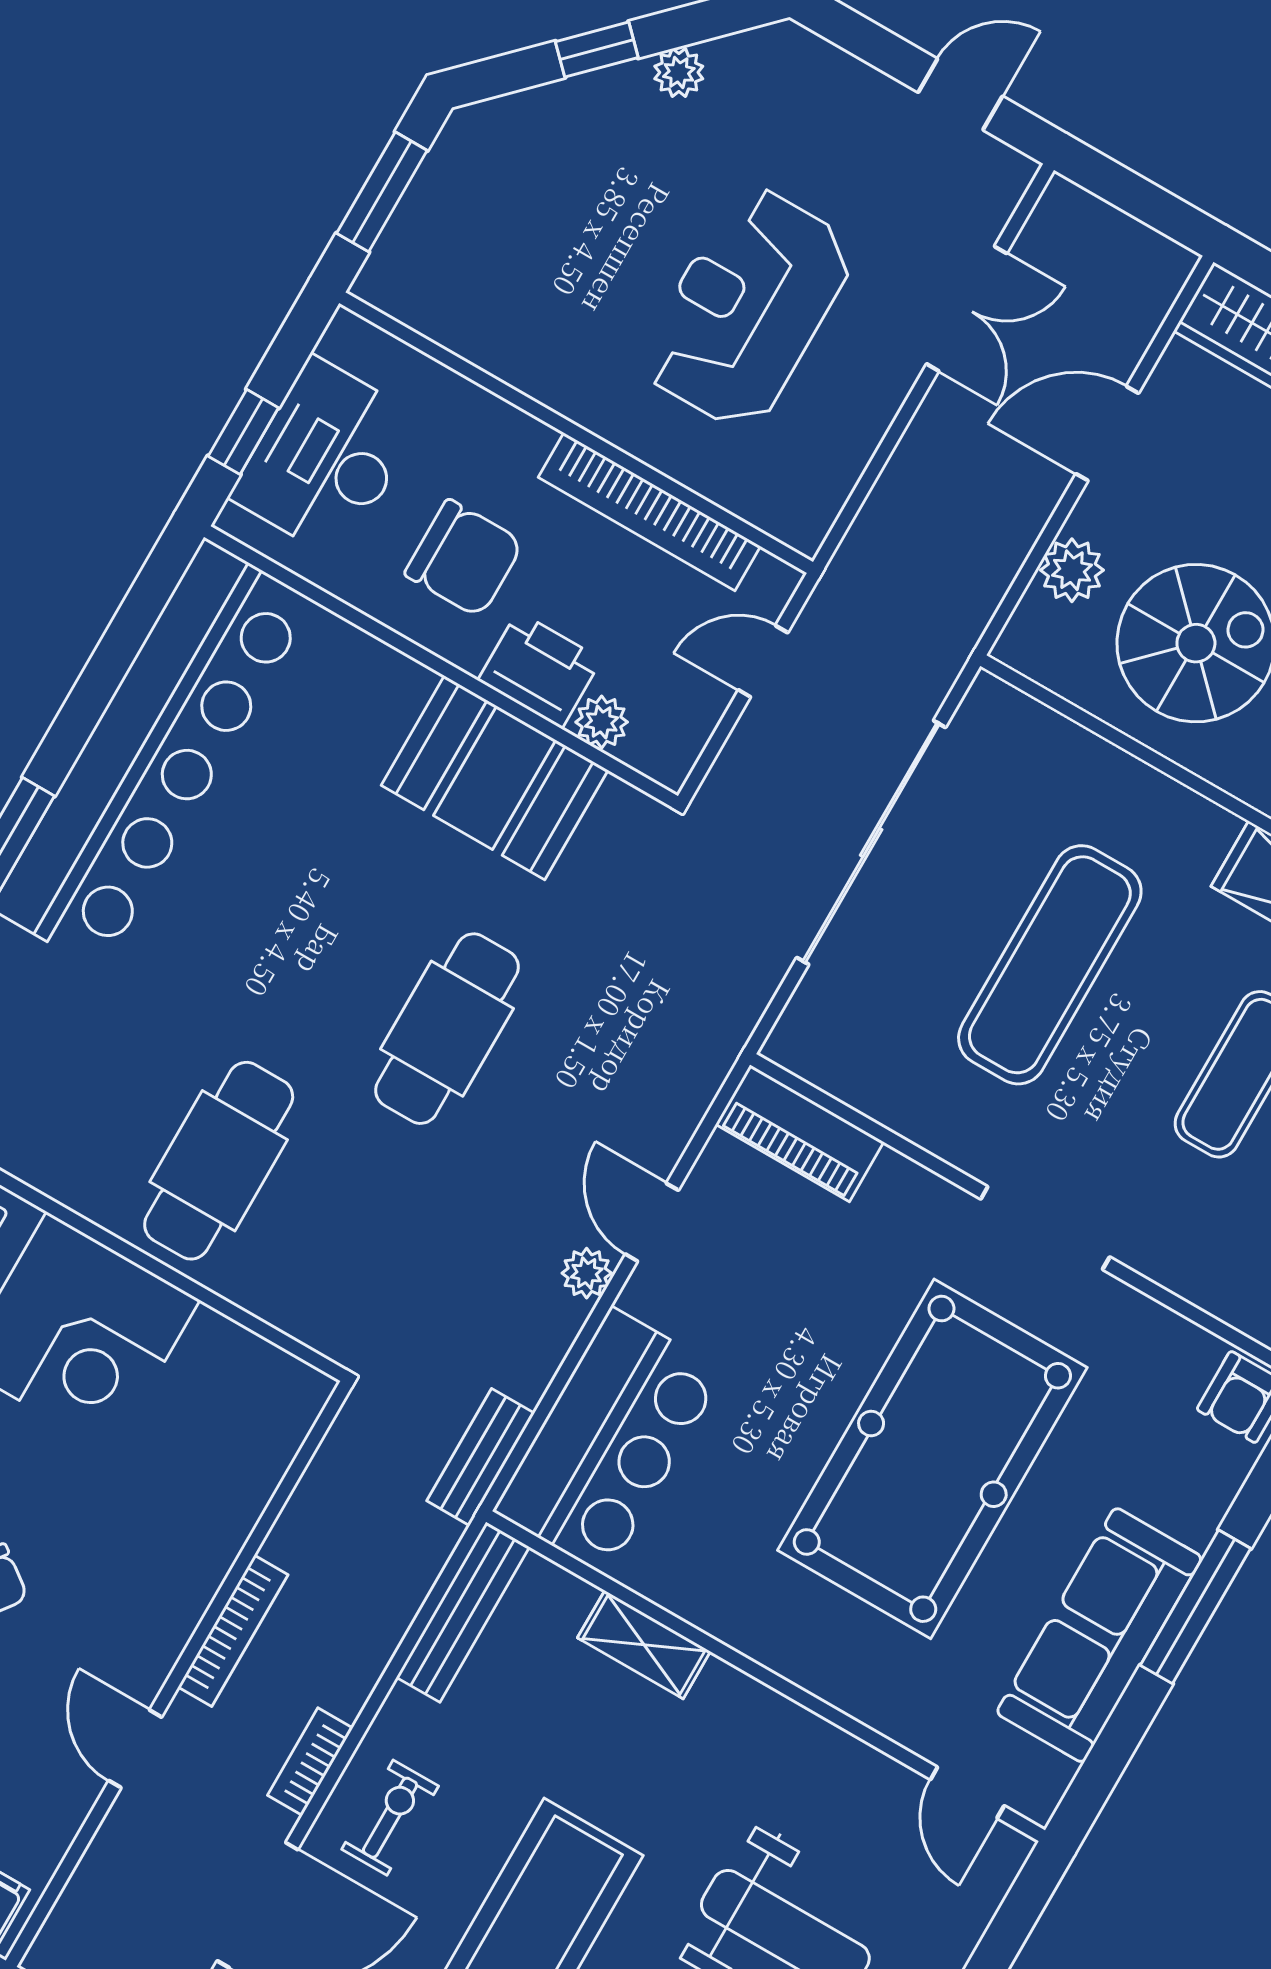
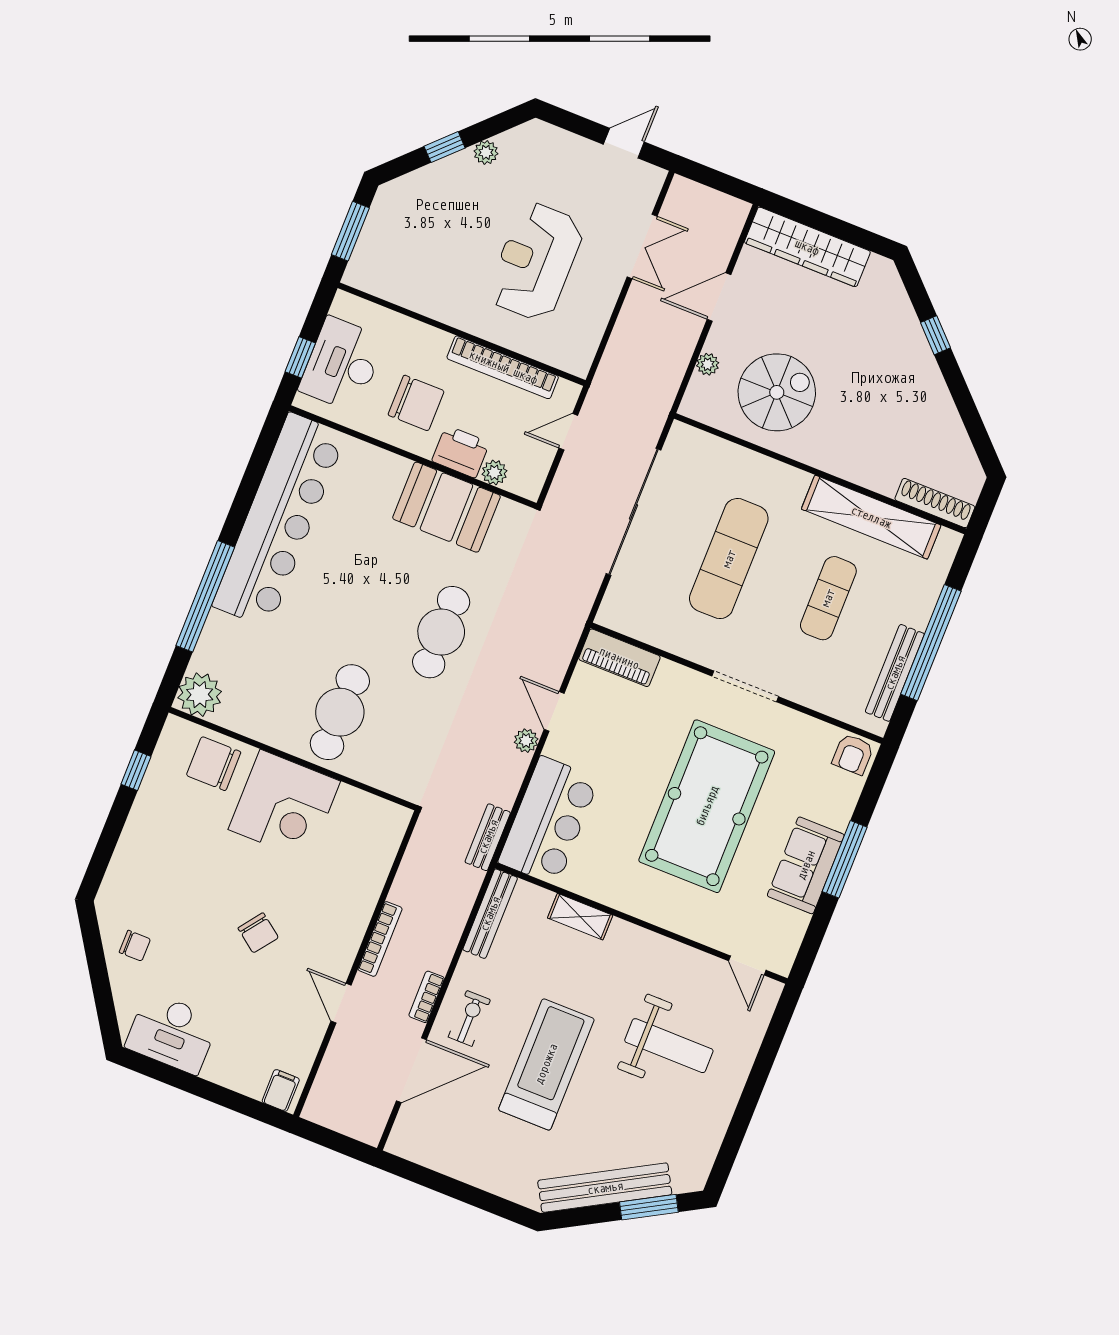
plant: (1072, 570) -> (708, 364), width x0.73, depth x0.73
sofa: (1099, 1635) -> (806, 865), width x0.73

